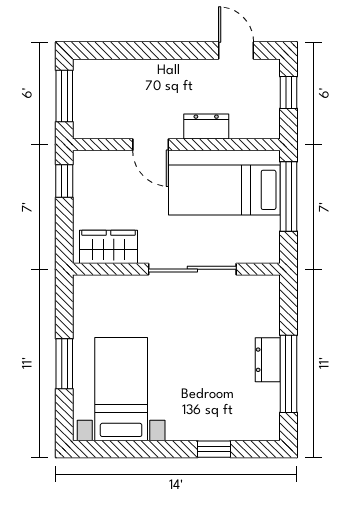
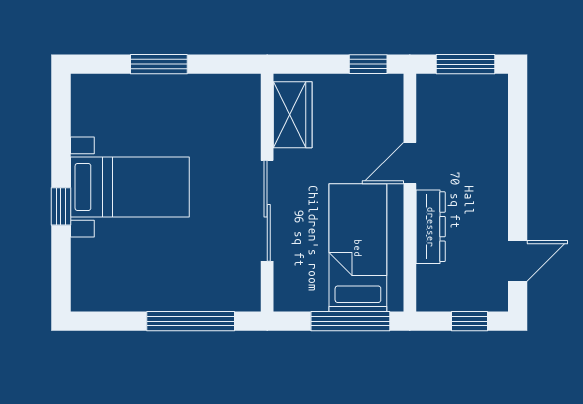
dresser: (206, 126) -> (431, 227), width x1.44
dresser: (268, 360) -> (163, 297), removed
window: (289, 374) -> (191, 321), moved
bed with nightstands: (121, 389) -> (130, 187), moved
window: (214, 449) -> (61, 206), moved

